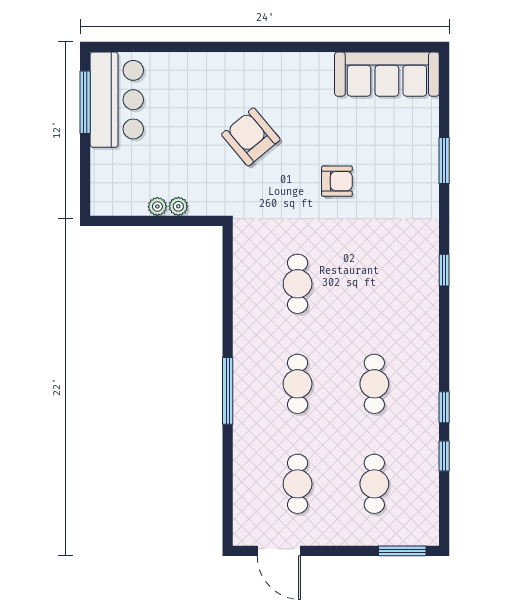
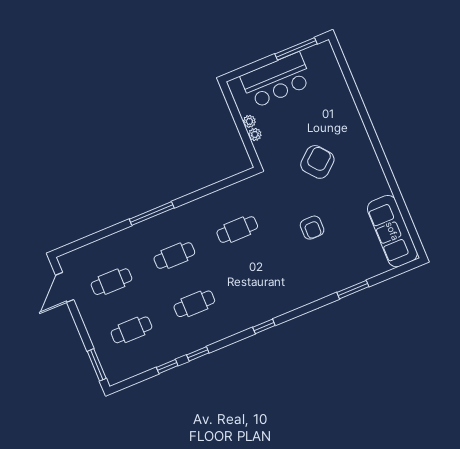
bar counter: (117, 100) -> (276, 80), moved
window: (444, 270) -> (264, 326), moved

